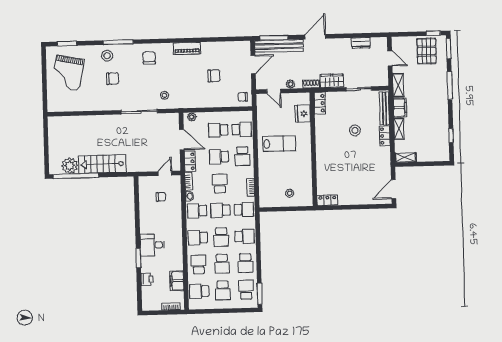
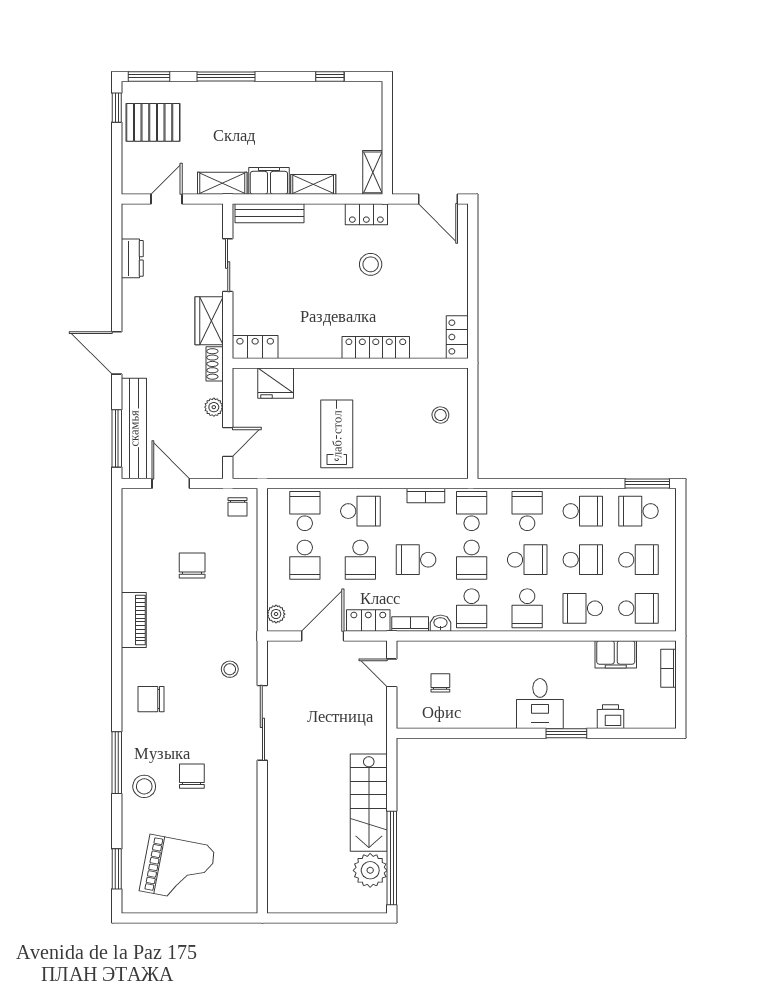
stool: (355, 130) -> (371, 264), moved
locker: (385, 136) -> (366, 214), moved
locker: (321, 161) -> (376, 347), added
school desk: (199, 291) -> (638, 608), turned -90

